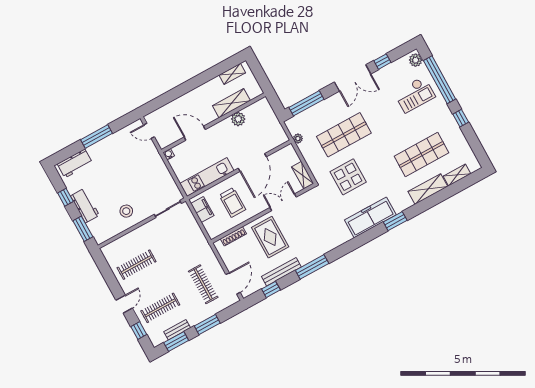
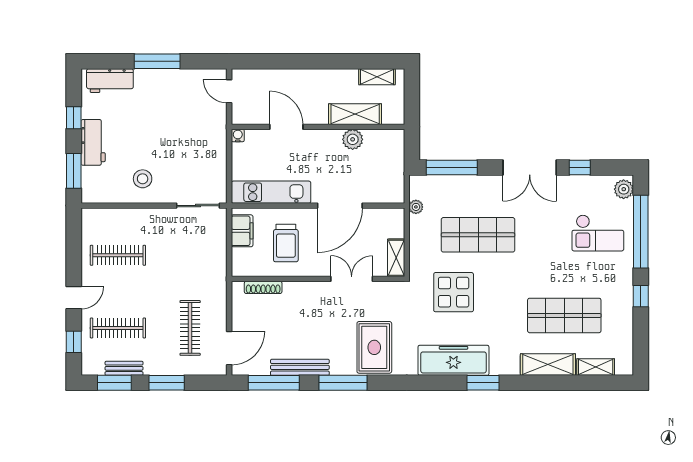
rug: (270, 237) -> (374, 347), moved
window: (271, 289) -> (274, 383), width x2.17

